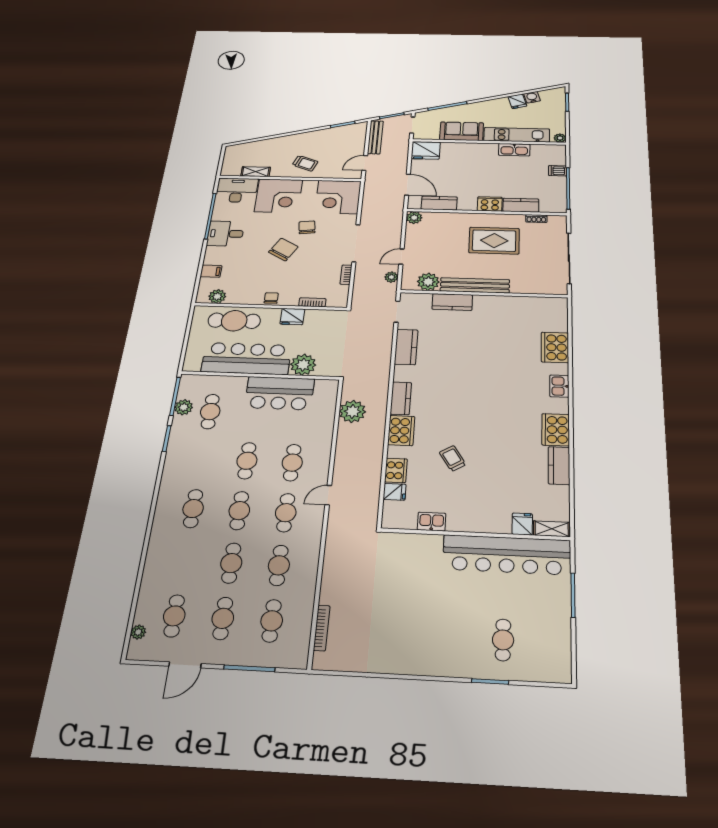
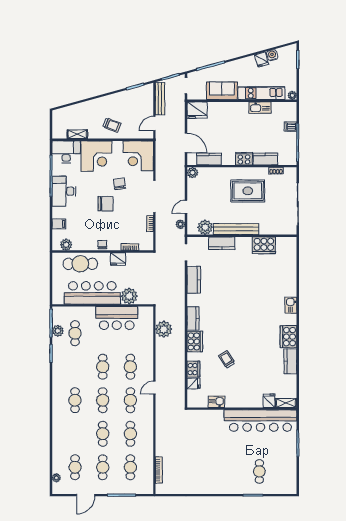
desk: (225, 234) -> (64, 191), width x1.37
chair: (283, 250) -> (106, 204), turned 60
cooker: (555, 347) -> (264, 245), moved, turned -90

